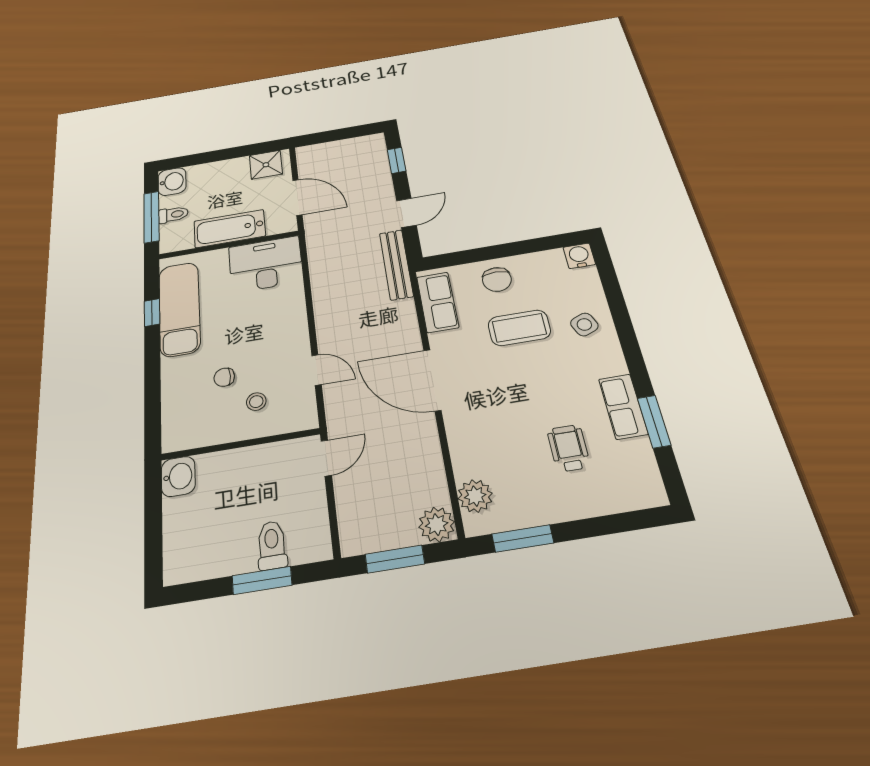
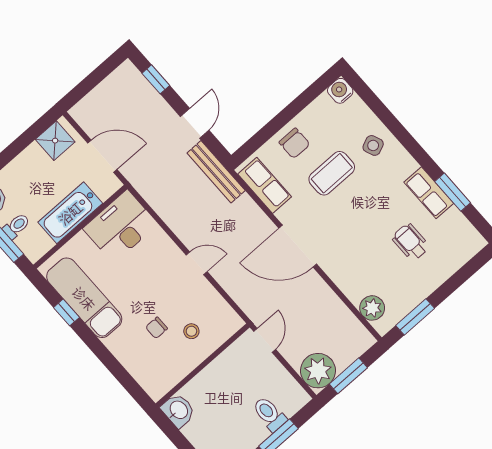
door: (317, 370) -> (197, 263), moved
plant: (437, 525) -> (318, 371), moved, width x1.36, depth x1.36

